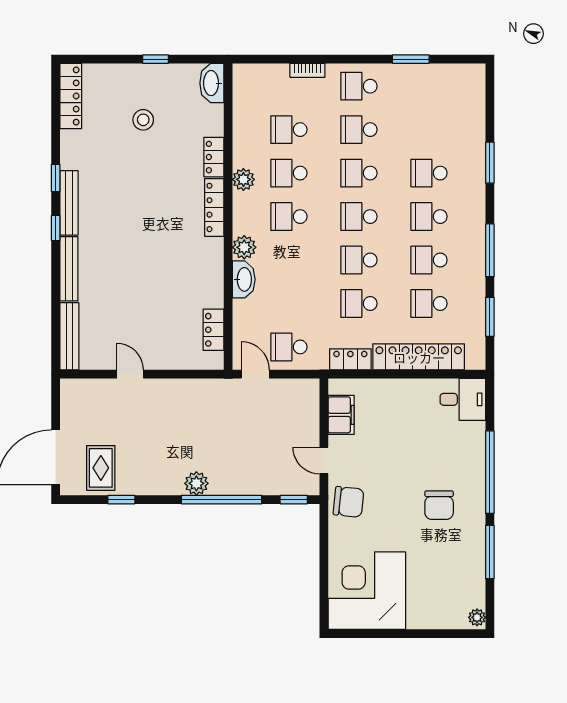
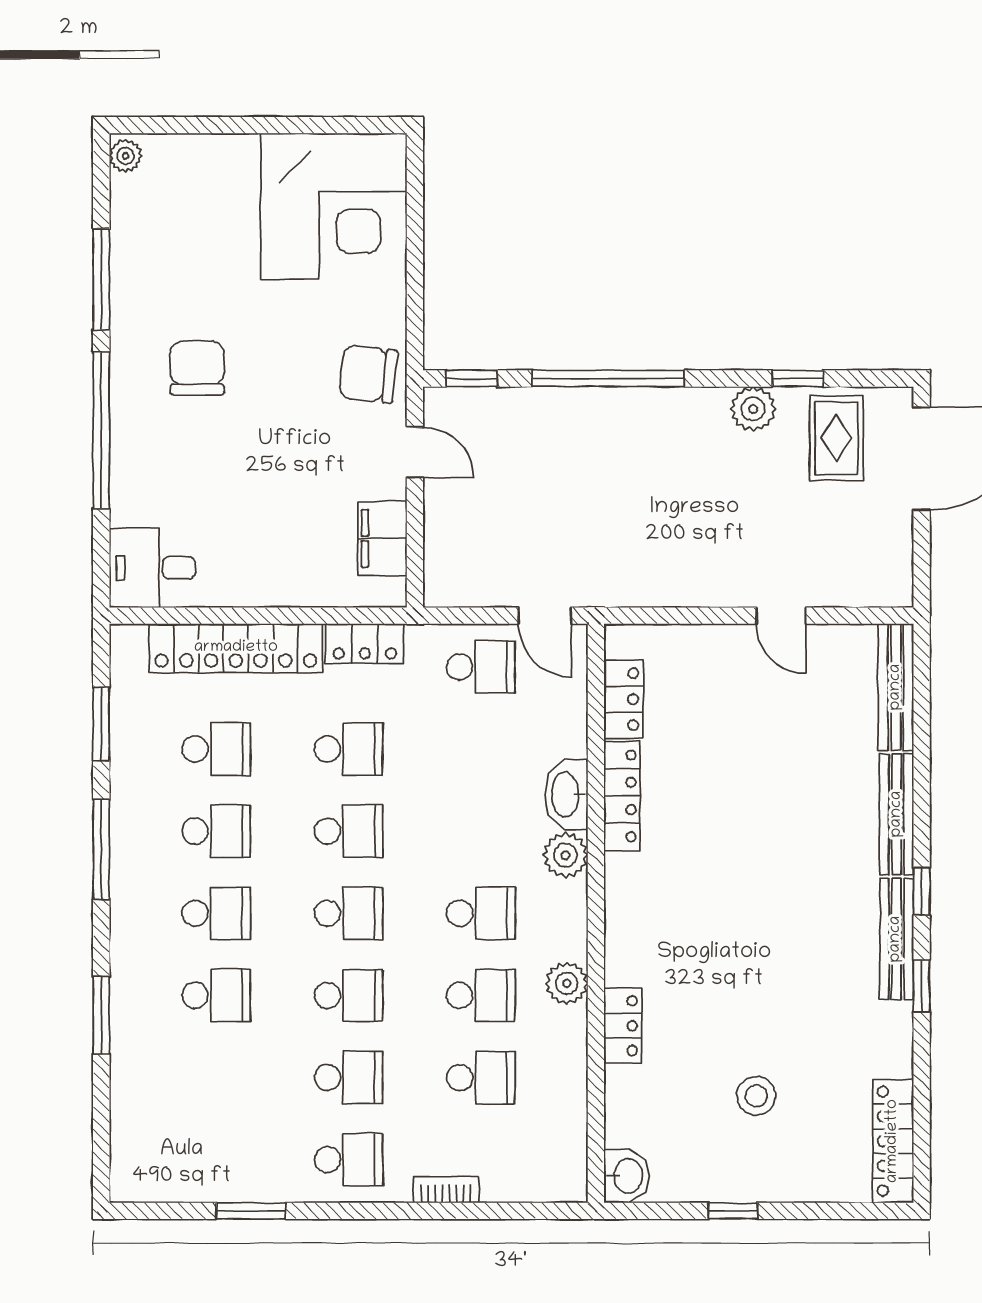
washbasin: (212, 83) -> (627, 1176), width x0.72
locker: (214, 207) -> (622, 796), moved
plant: (196, 483) -> (753, 409), moved

